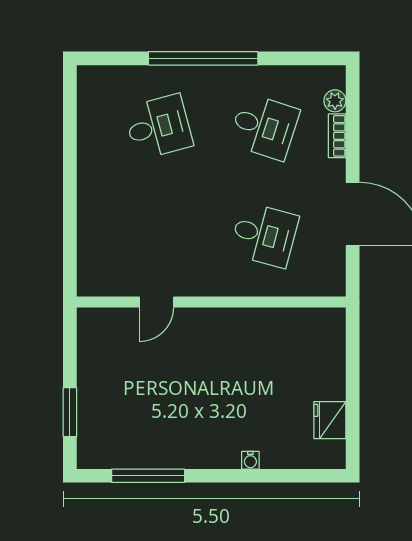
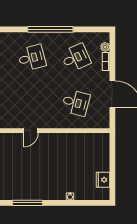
desk: (264, 127) -> (76, 58), turned -42

